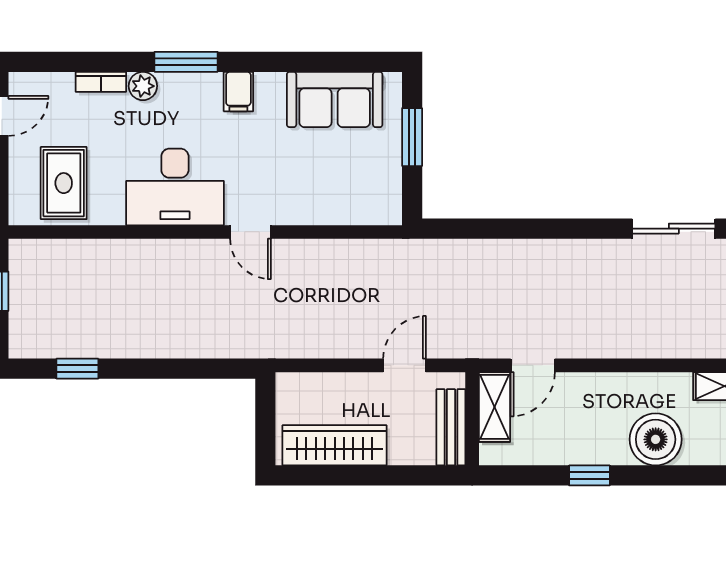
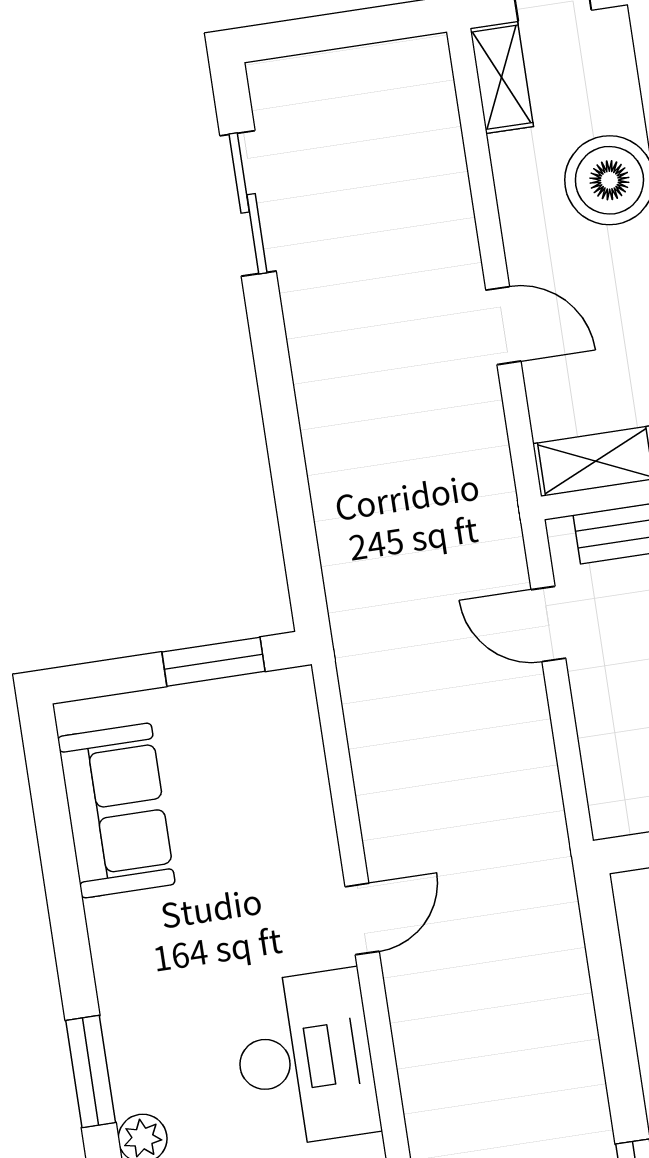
filing cabinet: (238, 92) -> (128, 975), removed
window: (412, 137) -> (213, 662), moved
door: (533, 365) -> (503, 326), moved

